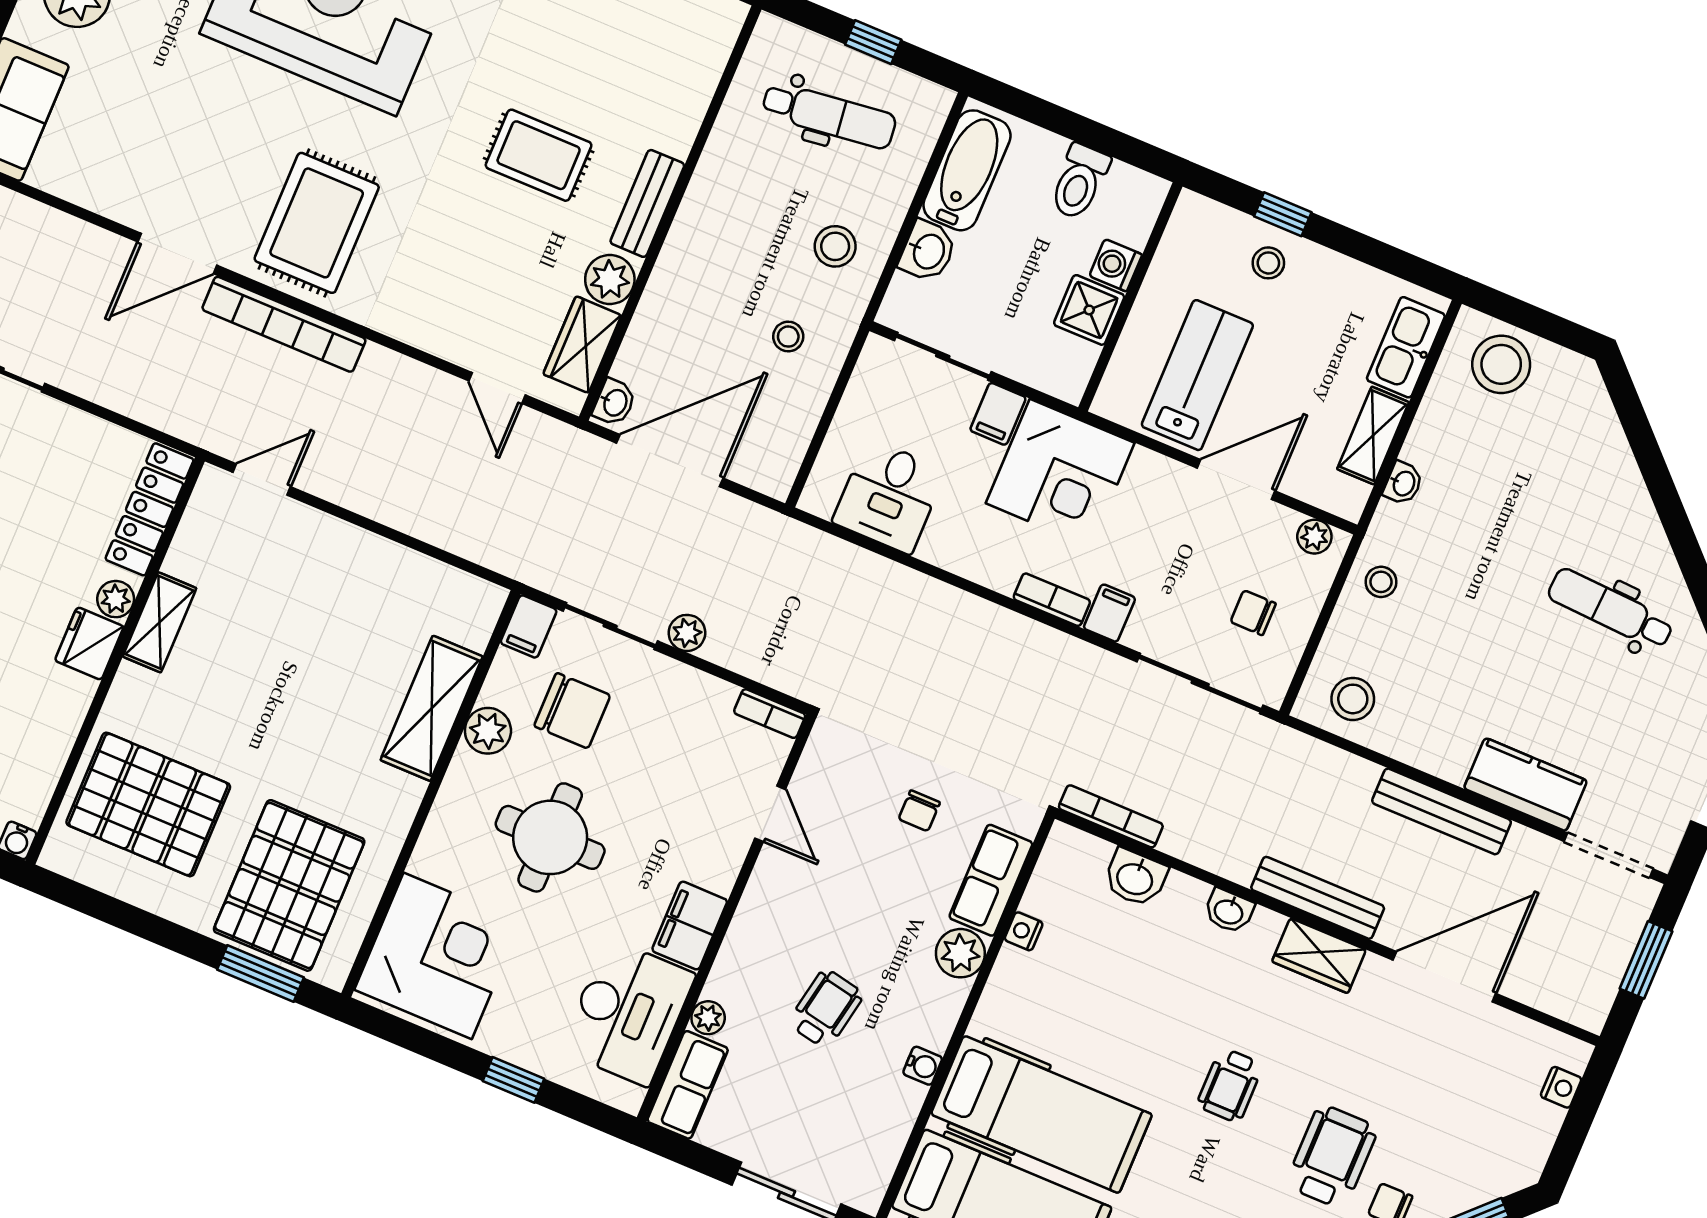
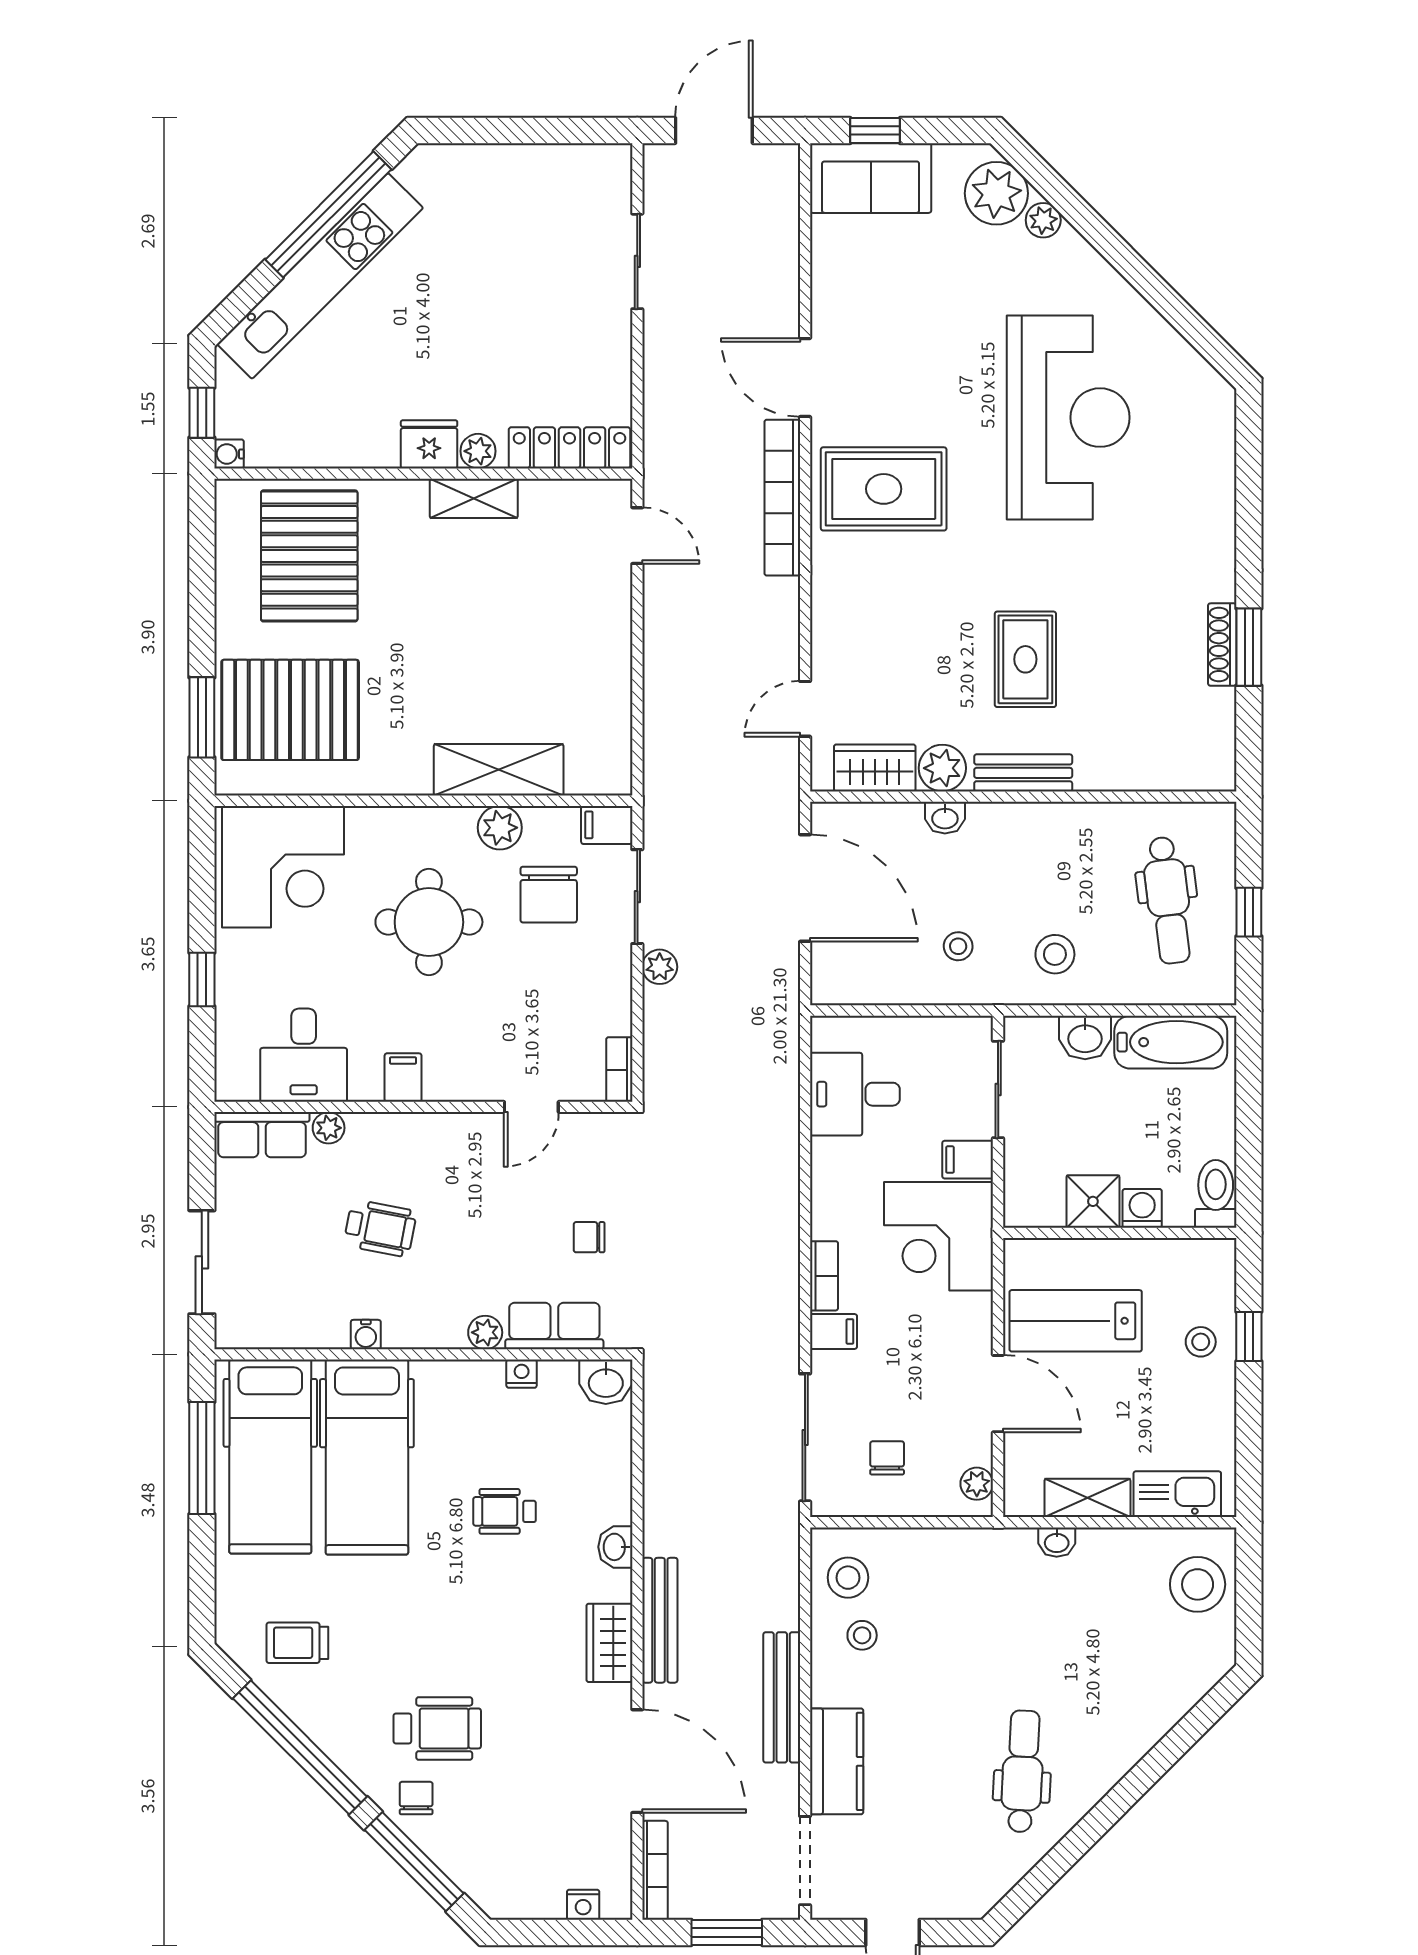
toilet: (1079, 182) -> (1216, 1194), moved, turned 90
lab bench: (1197, 375) -> (1076, 1321), turned 180
washbasin: (614, 402) -> (945, 818), moved
stool: (1381, 582) -> (862, 1635), moved
bookcase: (1111, 816) -> (655, 1870), moved
washbasin: (1135, 878) -> (606, 1382), moved, turned -90
filing cabinet: (690, 926) -> (403, 1078), width x0.50
plant: (960, 953) -> (485, 1332), width x0.73, depth x0.73
desk: (628, 1012) -> (304, 1055), width x0.73
wheelchair: (1230, 1085) -> (505, 1511), moved

